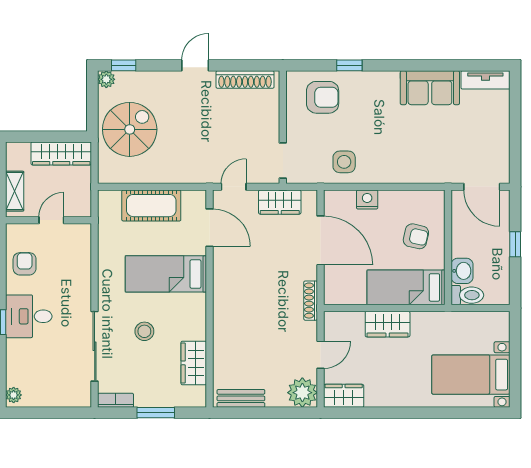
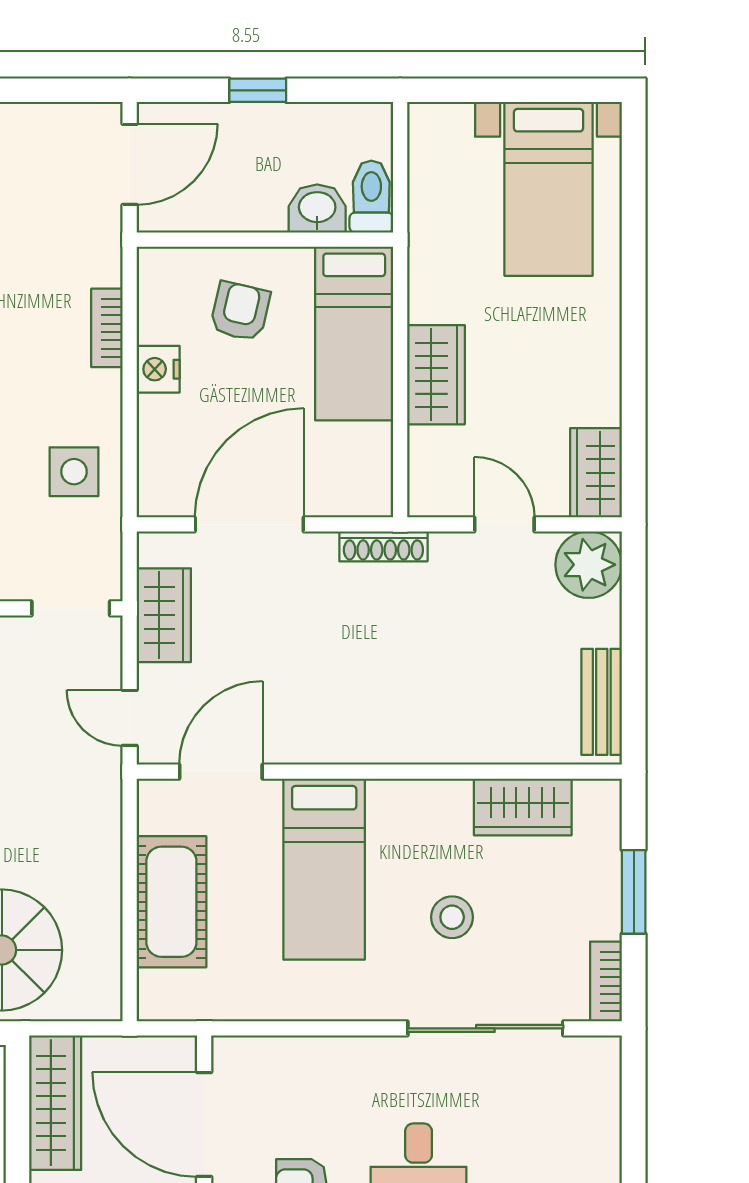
bookcase: (409, 177) -> (107, 328), added
nightstand: (367, 200) -> (158, 369), moved
door: (51, 220) -> (204, 1125), width x1.87

